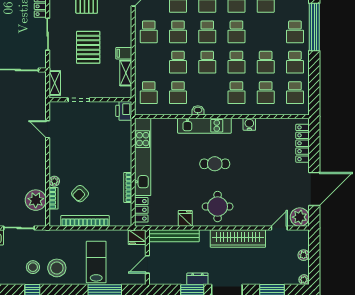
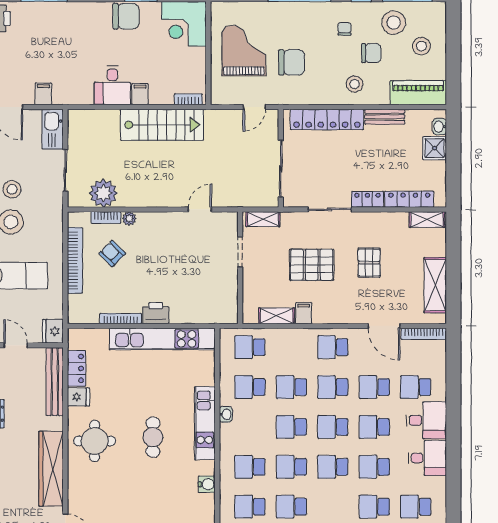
printer: (124, 111) -> (156, 313), moved
locker: (141, 210) -> (77, 368), moved, turned -90

